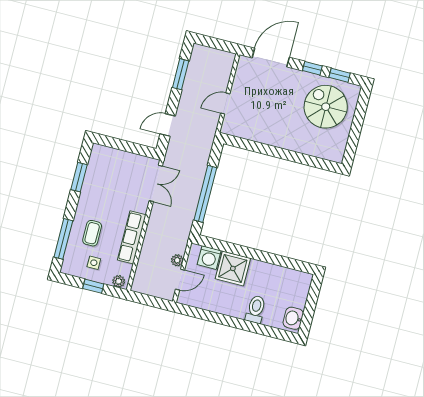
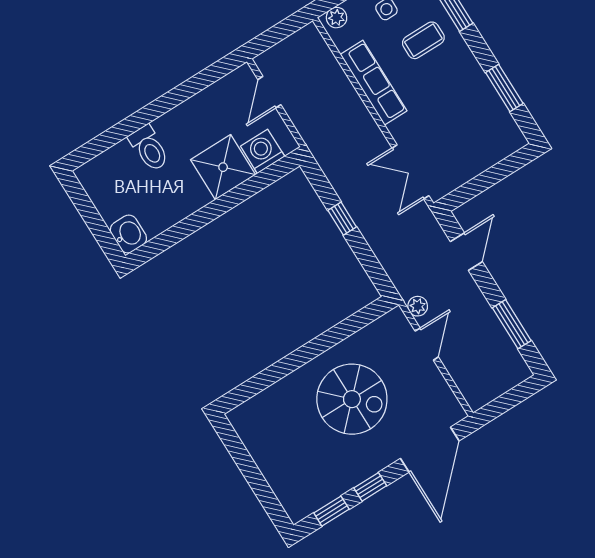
spiral stairs: (326, 107) -> (352, 399), moved
window: (205, 194) -> (342, 219), width x0.32
coffee table: (92, 233) -> (423, 40), turned 90
plant: (177, 260) -> (418, 306), moved
washbasin: (293, 318) -> (128, 234), moved

